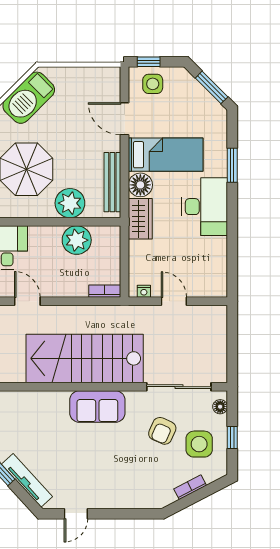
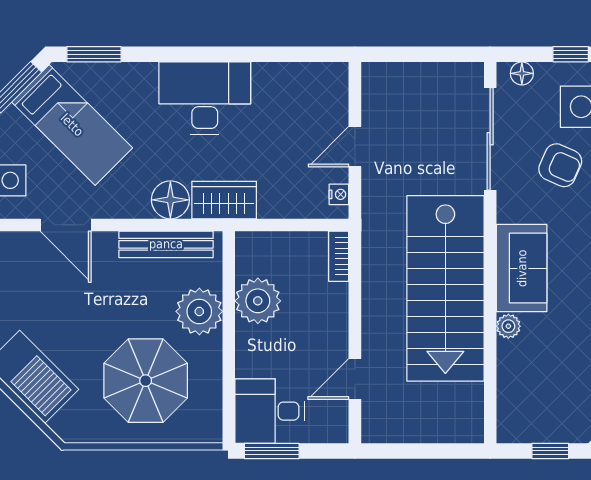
door: (125, 119) -> (66, 225), hinge flipped
bed: (166, 155) -> (72, 125), moved, turned 135
window: (232, 165) -> (94, 54), moved
plant: (61, 398) -> (508, 326), added

